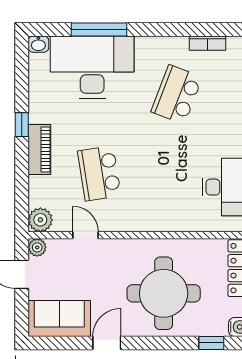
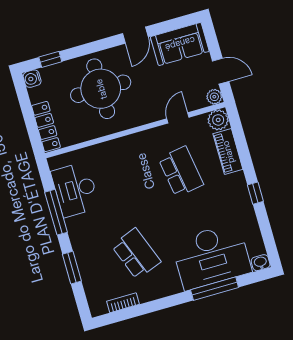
school desk: (177, 95) -> (136, 254), turned -42
piano: (39, 149) -> (228, 152), moved
door: (85, 235) -> (178, 118), swing flipped

